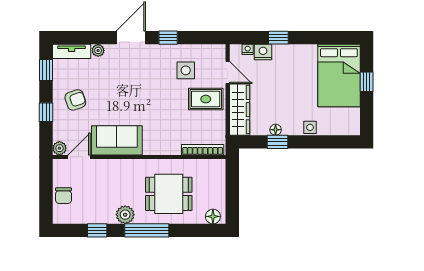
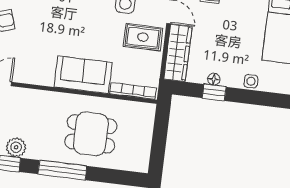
sofa: (117, 140) -> (83, 75), moved
plant: (125, 215) -> (16, 147), moved
floor lamp: (213, 216) -> (135, 164), removed

